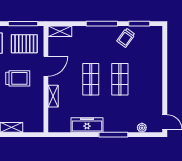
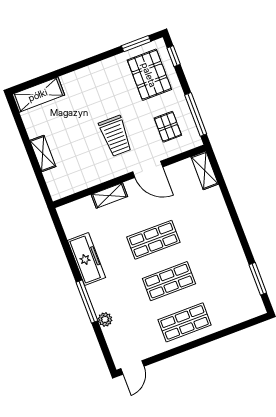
window: (102, 24) -> (238, 226), removed
trolley: (126, 38) -> (231, 267), removed
pallet: (24, 44) -> (168, 127), width x0.67, depth x0.71
shop shelf: (149, 79) -> (185, 322), added
plant: (142, 128) -> (105, 319), moved

